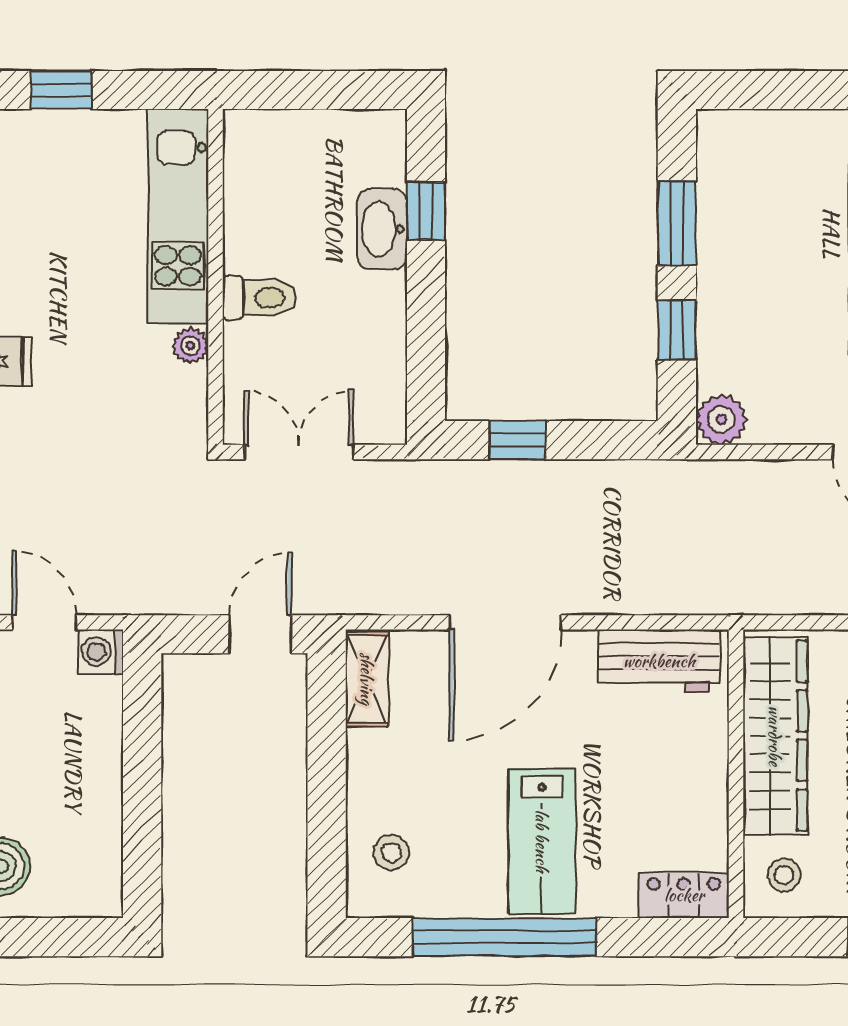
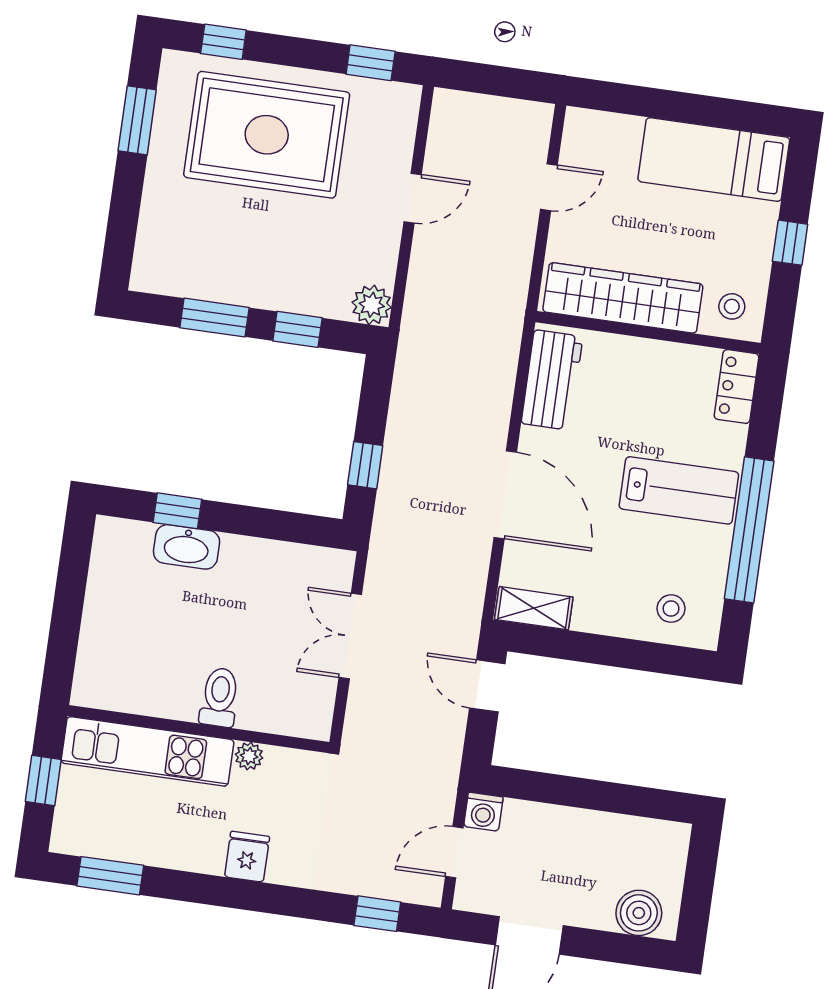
kitchen unit: (178, 216) -> (147, 751), moved
wall: (215, 277) -> (198, 729), moved
toilet: (259, 298) -> (219, 697), moved
plant: (190, 346) -> (249, 756), moved

